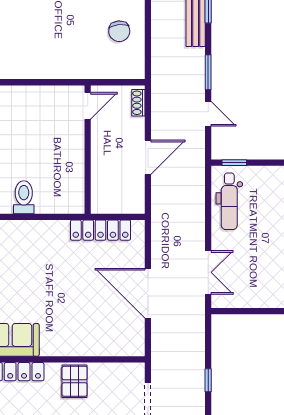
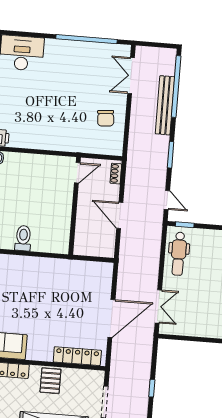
door: (208, 114) -> (167, 200), moved
door: (148, 157) -> (120, 215), swing flipped
locker: (101, 230) -> (77, 356), moved, turned 180
door: (148, 293) -> (111, 318), swing flipped

